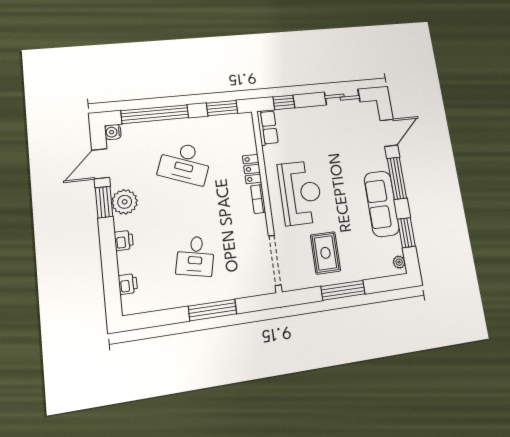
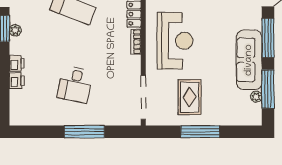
plant: (125, 202) -> (15, 30), width x0.53, depth x0.53
window: (406, 233) -> (268, 89), width x1.44
plant: (399, 262) -> (256, 97), moved
printer: (128, 284) -> (17, 81), moved

